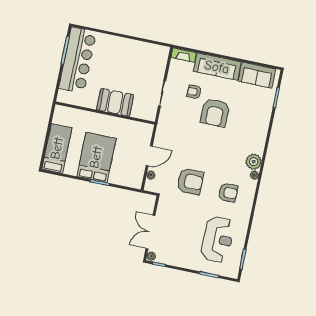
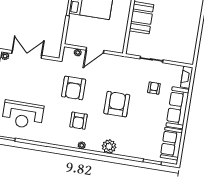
armchair: (215, 113) -> (117, 104), moved, turned 90
door: (149, 156) -> (95, 50), hinge flipped
plant: (254, 162) -> (109, 146), moved
armchair: (228, 193) -> (79, 121), moved

